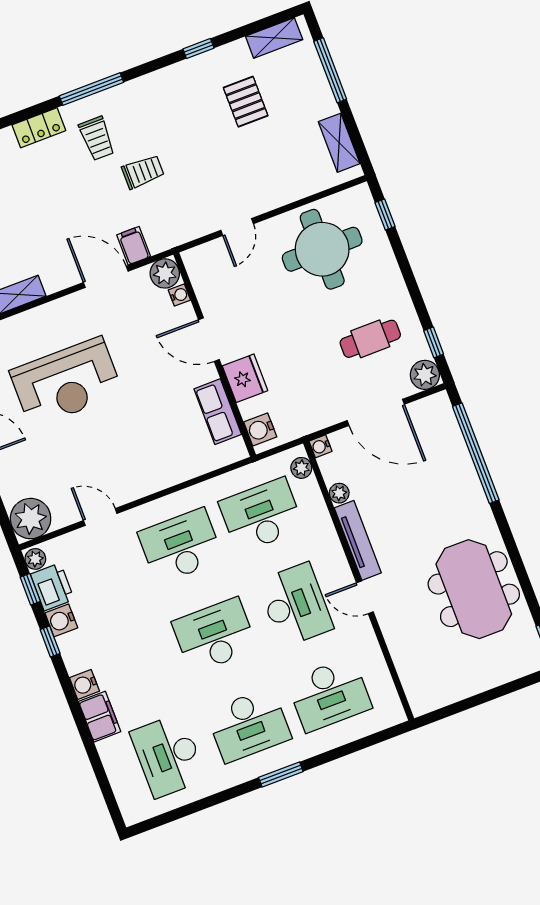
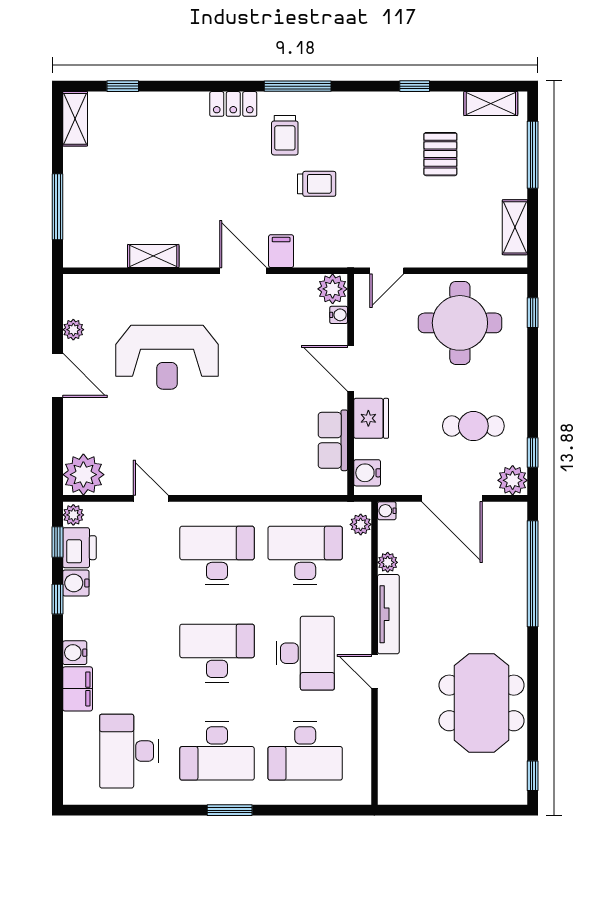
plant: (165, 273) -> (333, 289), moved
water cooler: (179, 295) -> (339, 315), moved
door: (209, 340) -> (351, 368), moved
wall: (215, 355) -> (351, 385), moved
fridge: (245, 378) -> (371, 418), moved
row of seats: (218, 412) -> (333, 440), moved
water cooler: (260, 429) -> (367, 473), moved

